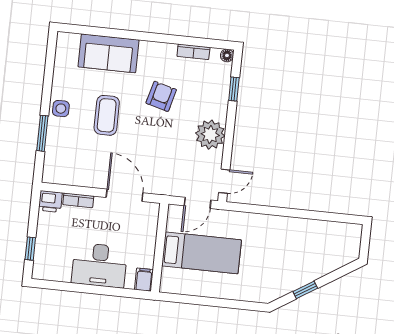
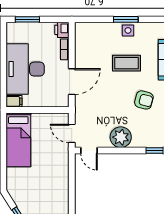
window: (42, 133) -> (126, 19), moved
window: (30, 249) -> (27, 19), width x1.50
bed: (202, 253) -> (18, 140), moved
desk: (99, 265) -> (25, 69), width x1.36, depth x1.30

